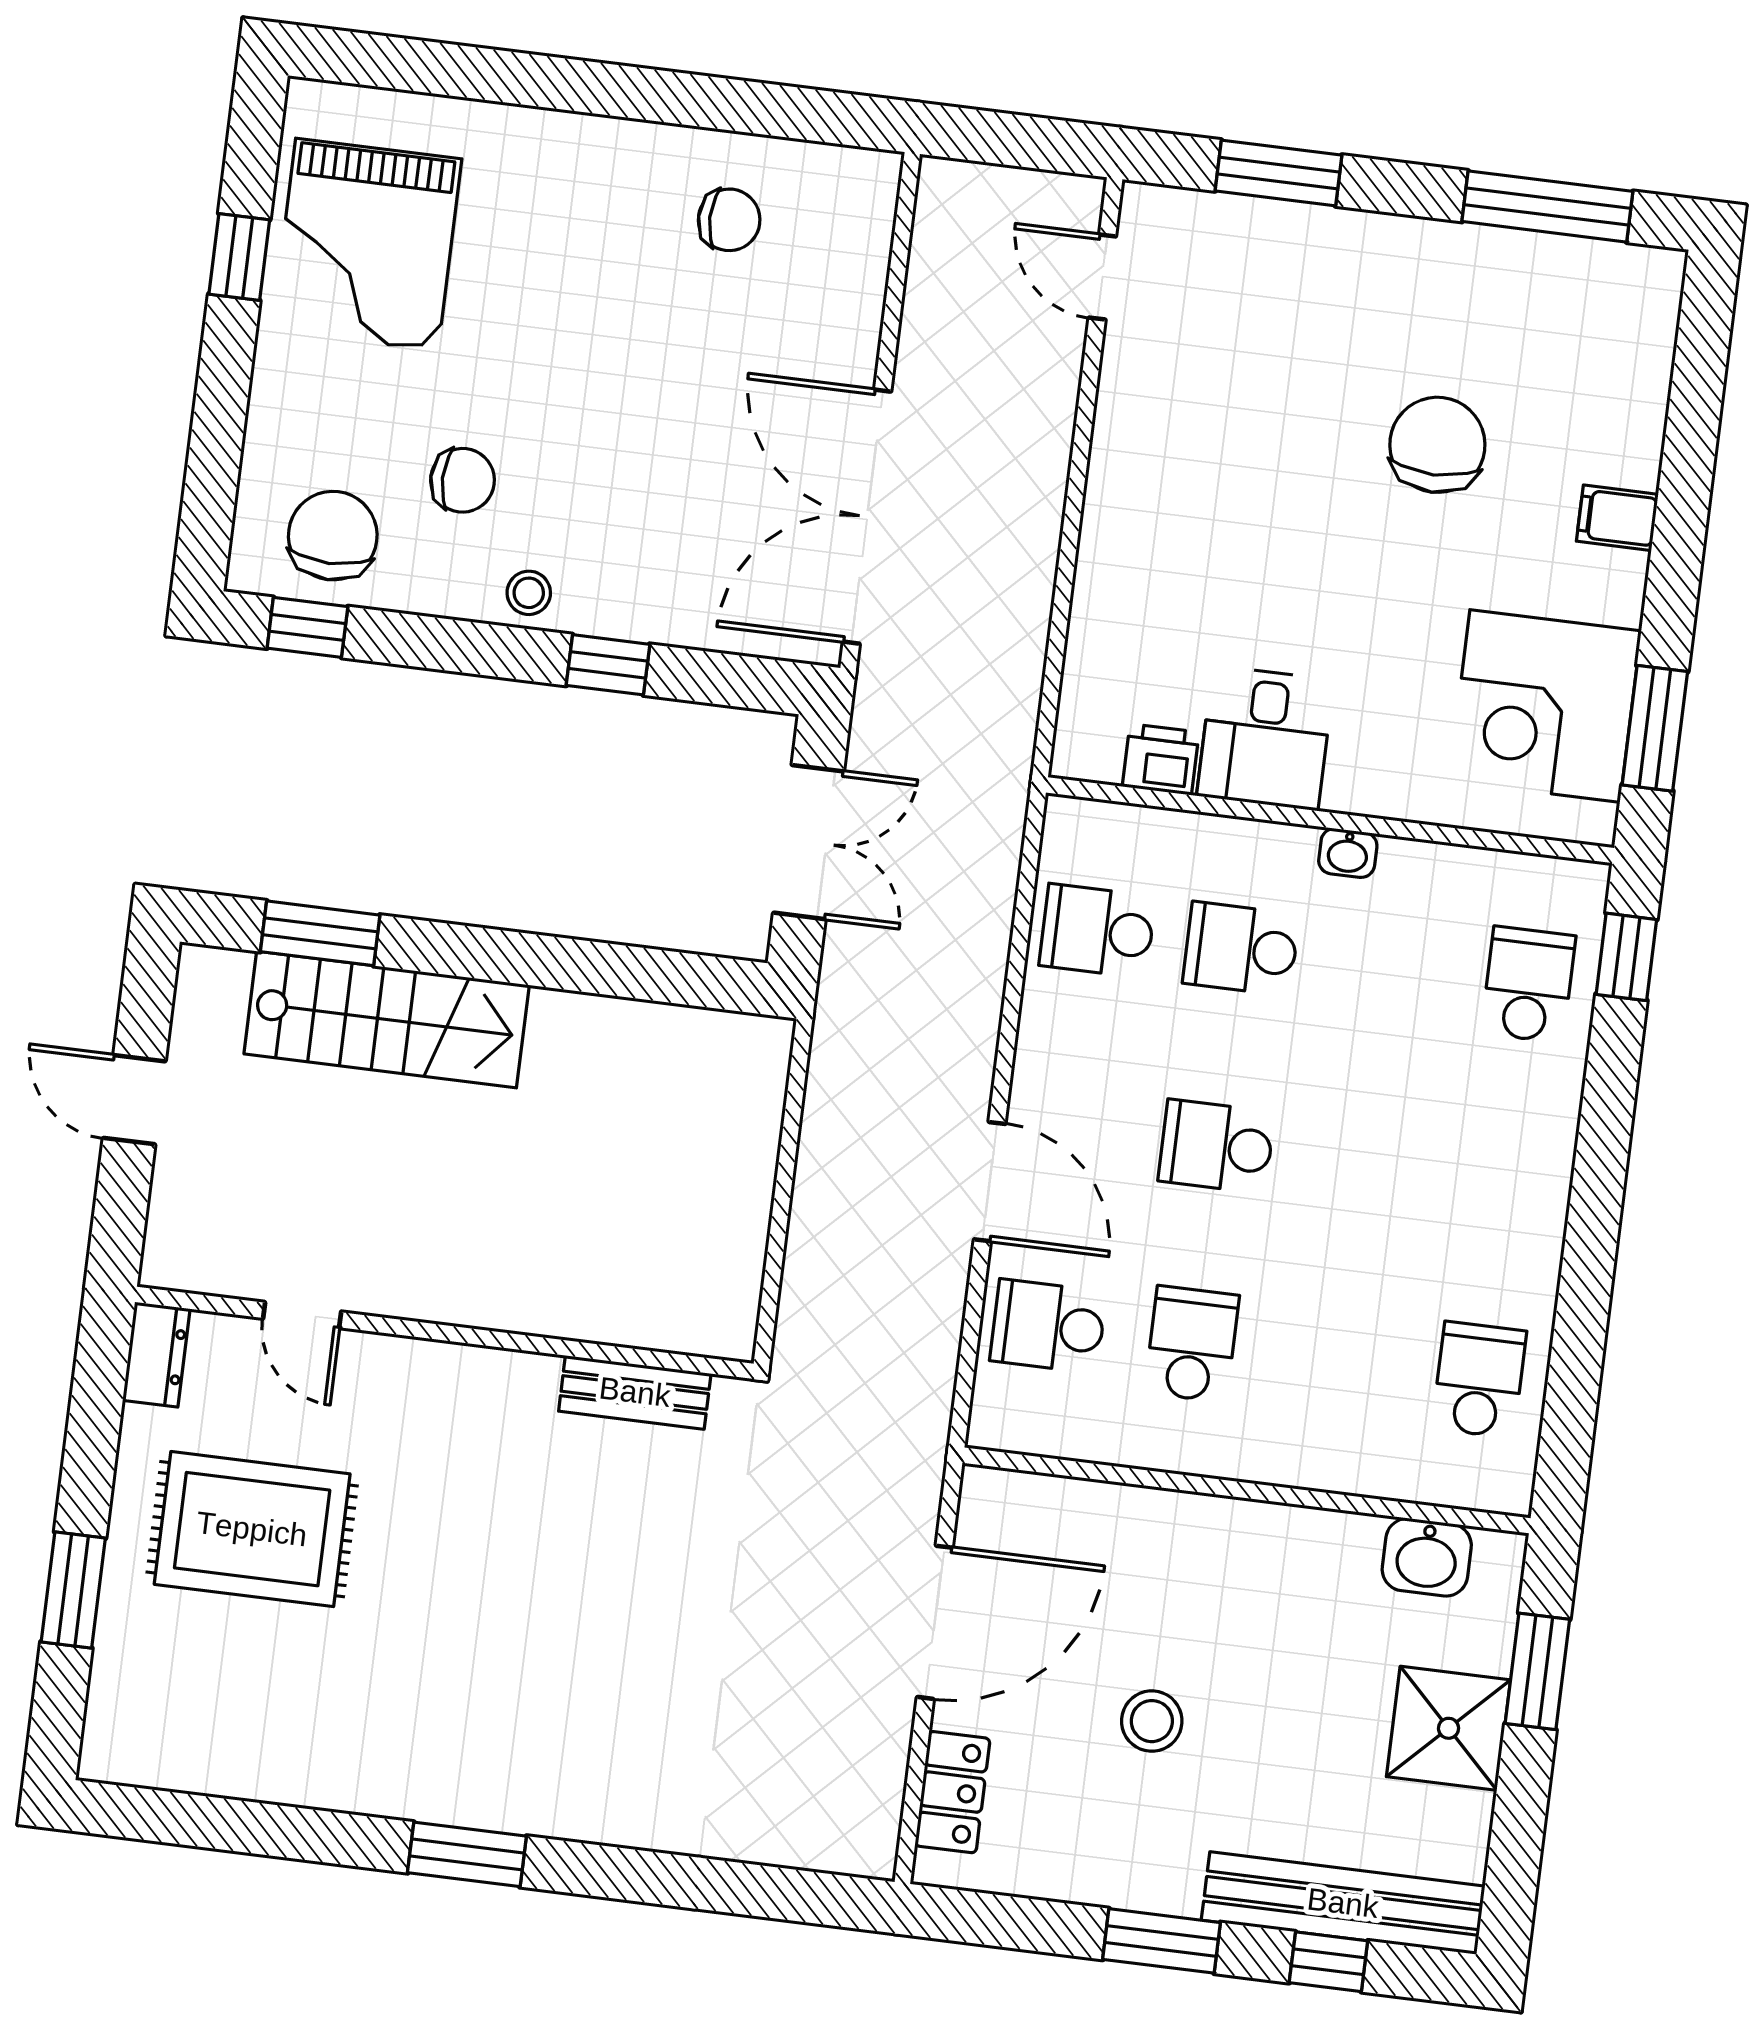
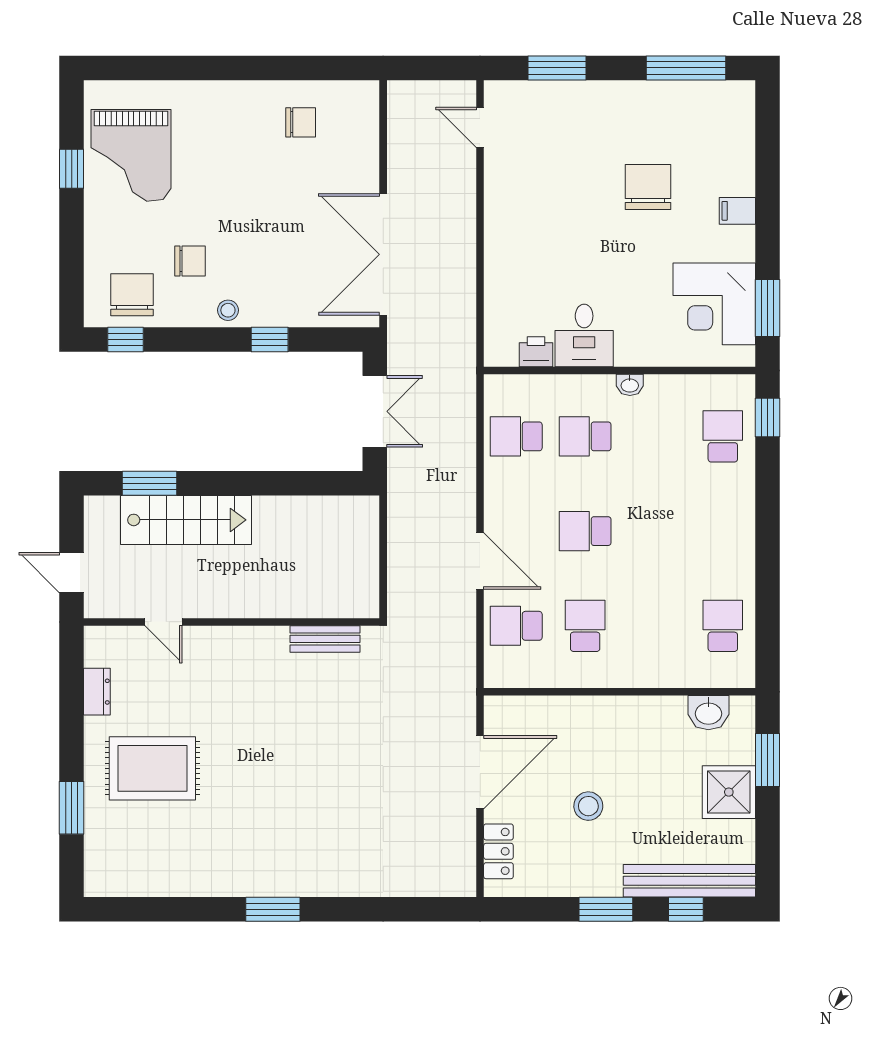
door: (302, 1315) -> (163, 622), moved
wall: (444, 1333) -> (232, 622), moved
bench: (635, 1392) -> (325, 639), moved

